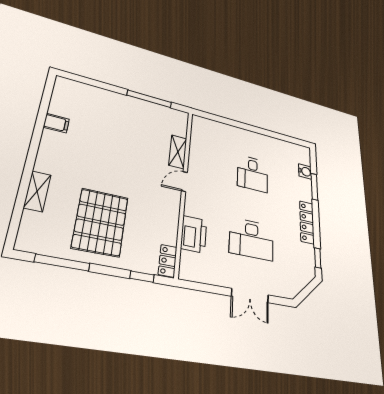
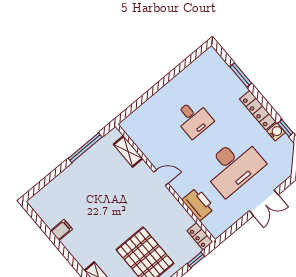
shelving: (178, 152) -> (128, 151), moved
water cooler: (305, 171) -> (276, 132), moved
door: (184, 182) -> (161, 178), swing flipped
desk: (251, 239) -> (233, 166), width x1.36, depth x1.30

